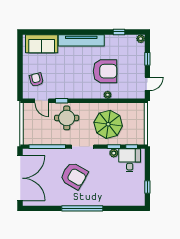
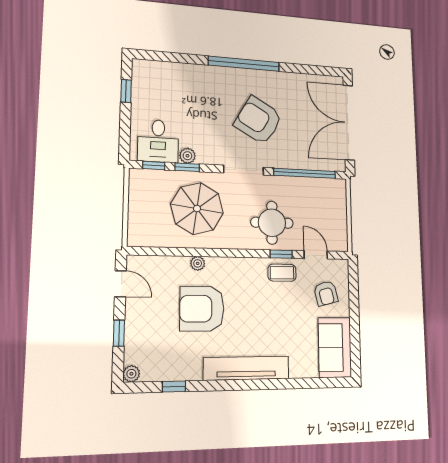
sofa: (42, 44) -> (335, 347), moved, turned -90
door: (147, 84) -> (120, 284), swing flipped
coffee table: (61, 91) -> (282, 273), added

